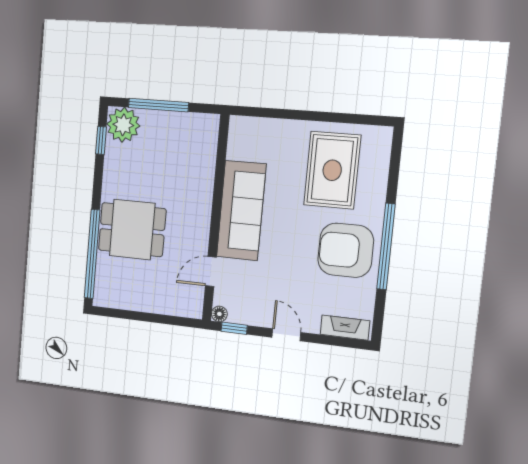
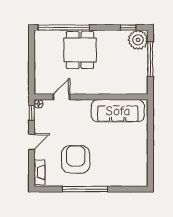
rug: (332, 170) -> (123, 157), removed
sofa: (241, 211) -> (118, 111), moved
armchair: (346, 250) -> (76, 159), moved
door: (211, 272) -> (61, 97), hinge flipped

